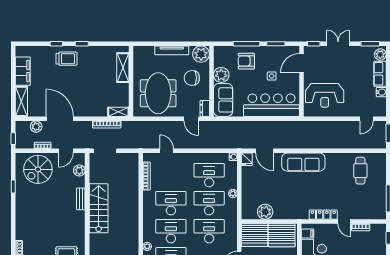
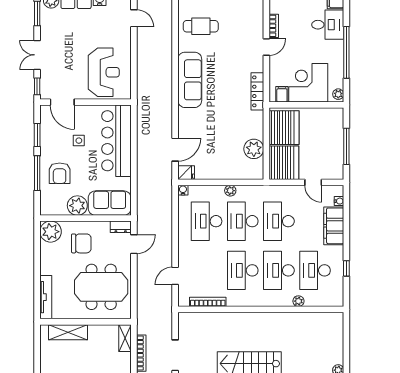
tv unit: (172, 50) -> (46, 297), moved
chair: (192, 78) -> (81, 243), turned -90
sofa: (303, 162) -> (190, 80), moved
locker: (323, 215) -> (257, 91), moved

